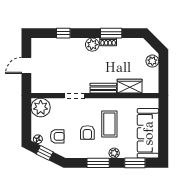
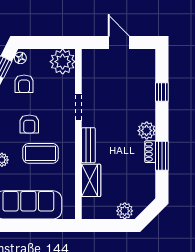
armchair: (87, 132) -> (29, 124), turned -90

